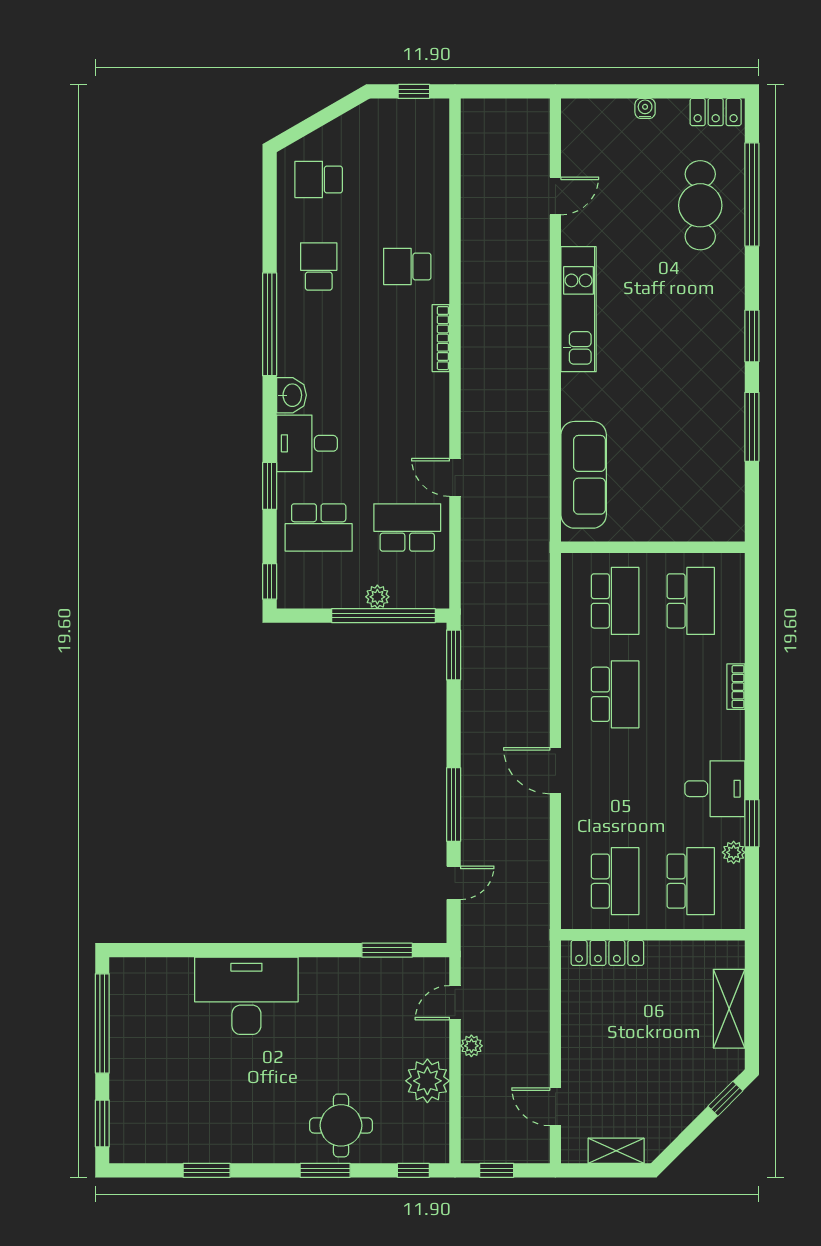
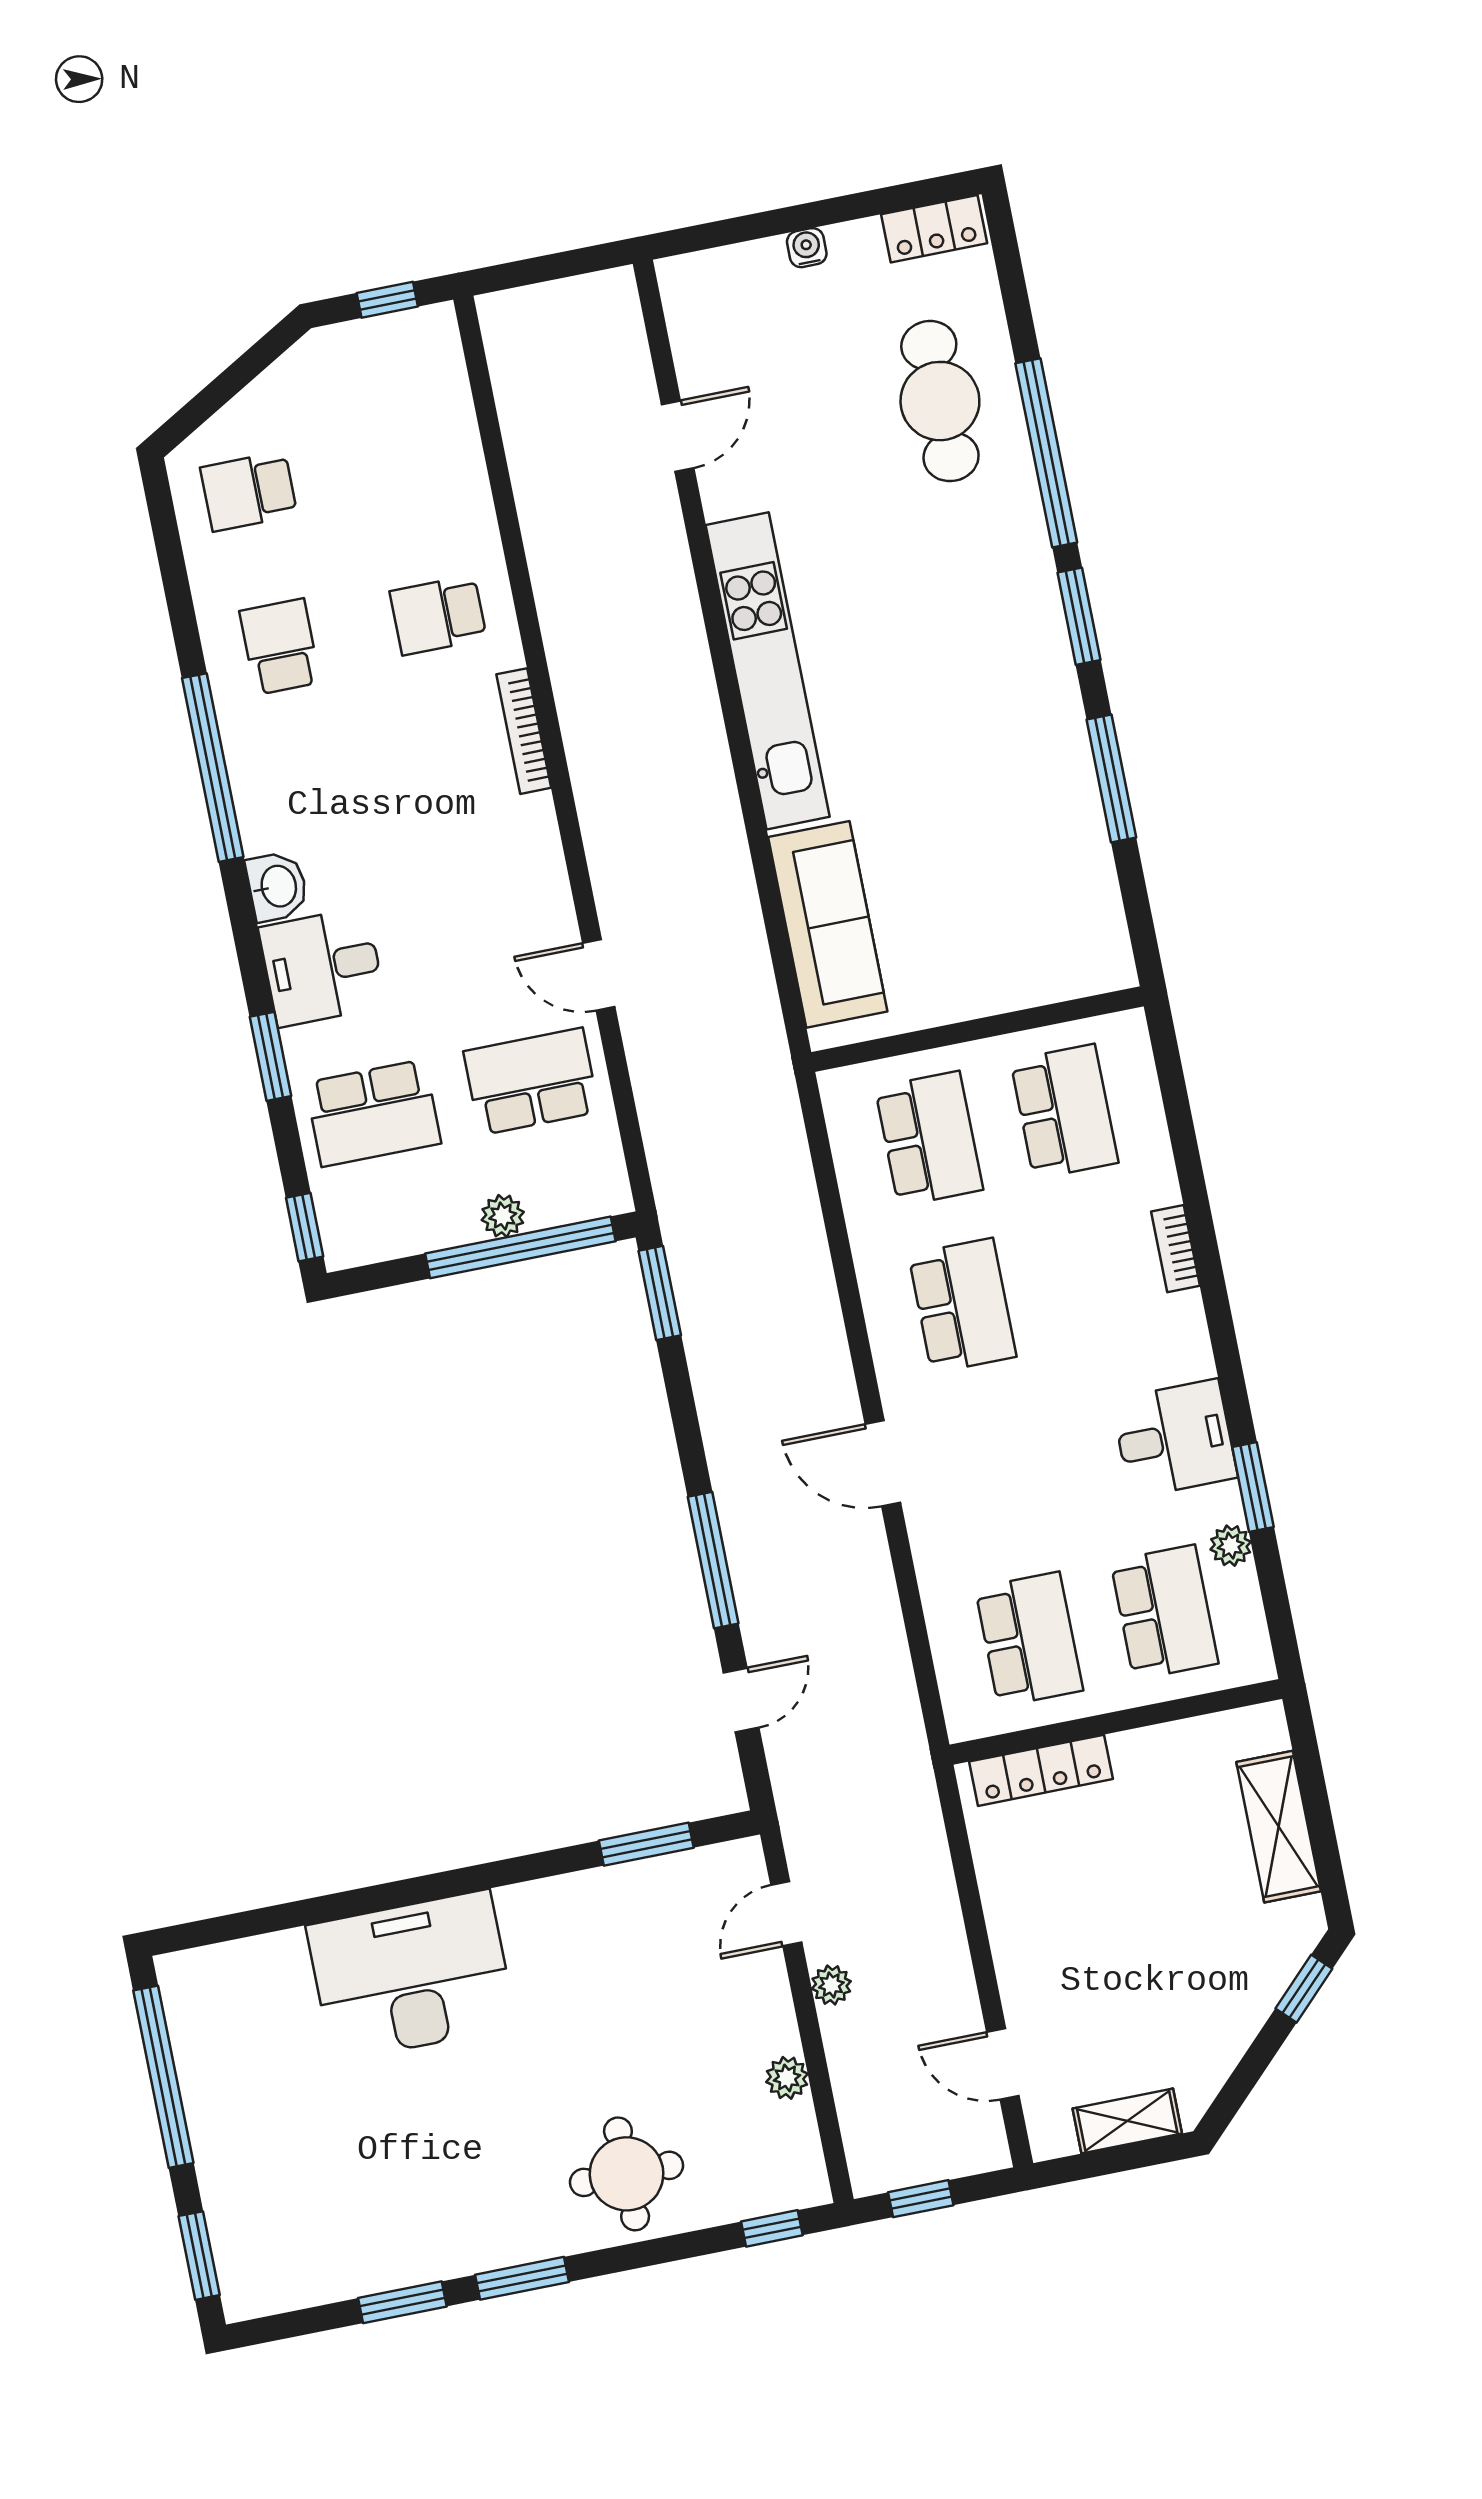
window: (752, 195) -> (1046, 453), moved
kitchen unit: (579, 309) -> (768, 671), width x1.36
plant: (427, 1081) -> (787, 2078), width x0.53, depth x0.53
window: (325, 1170) -> (522, 2278), moved

